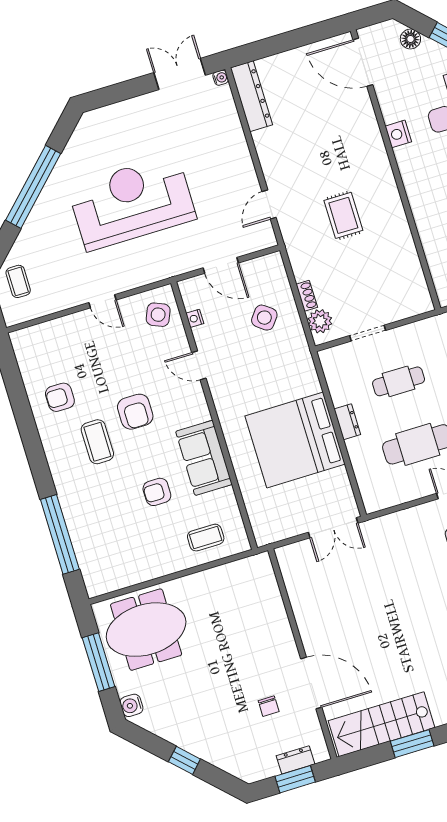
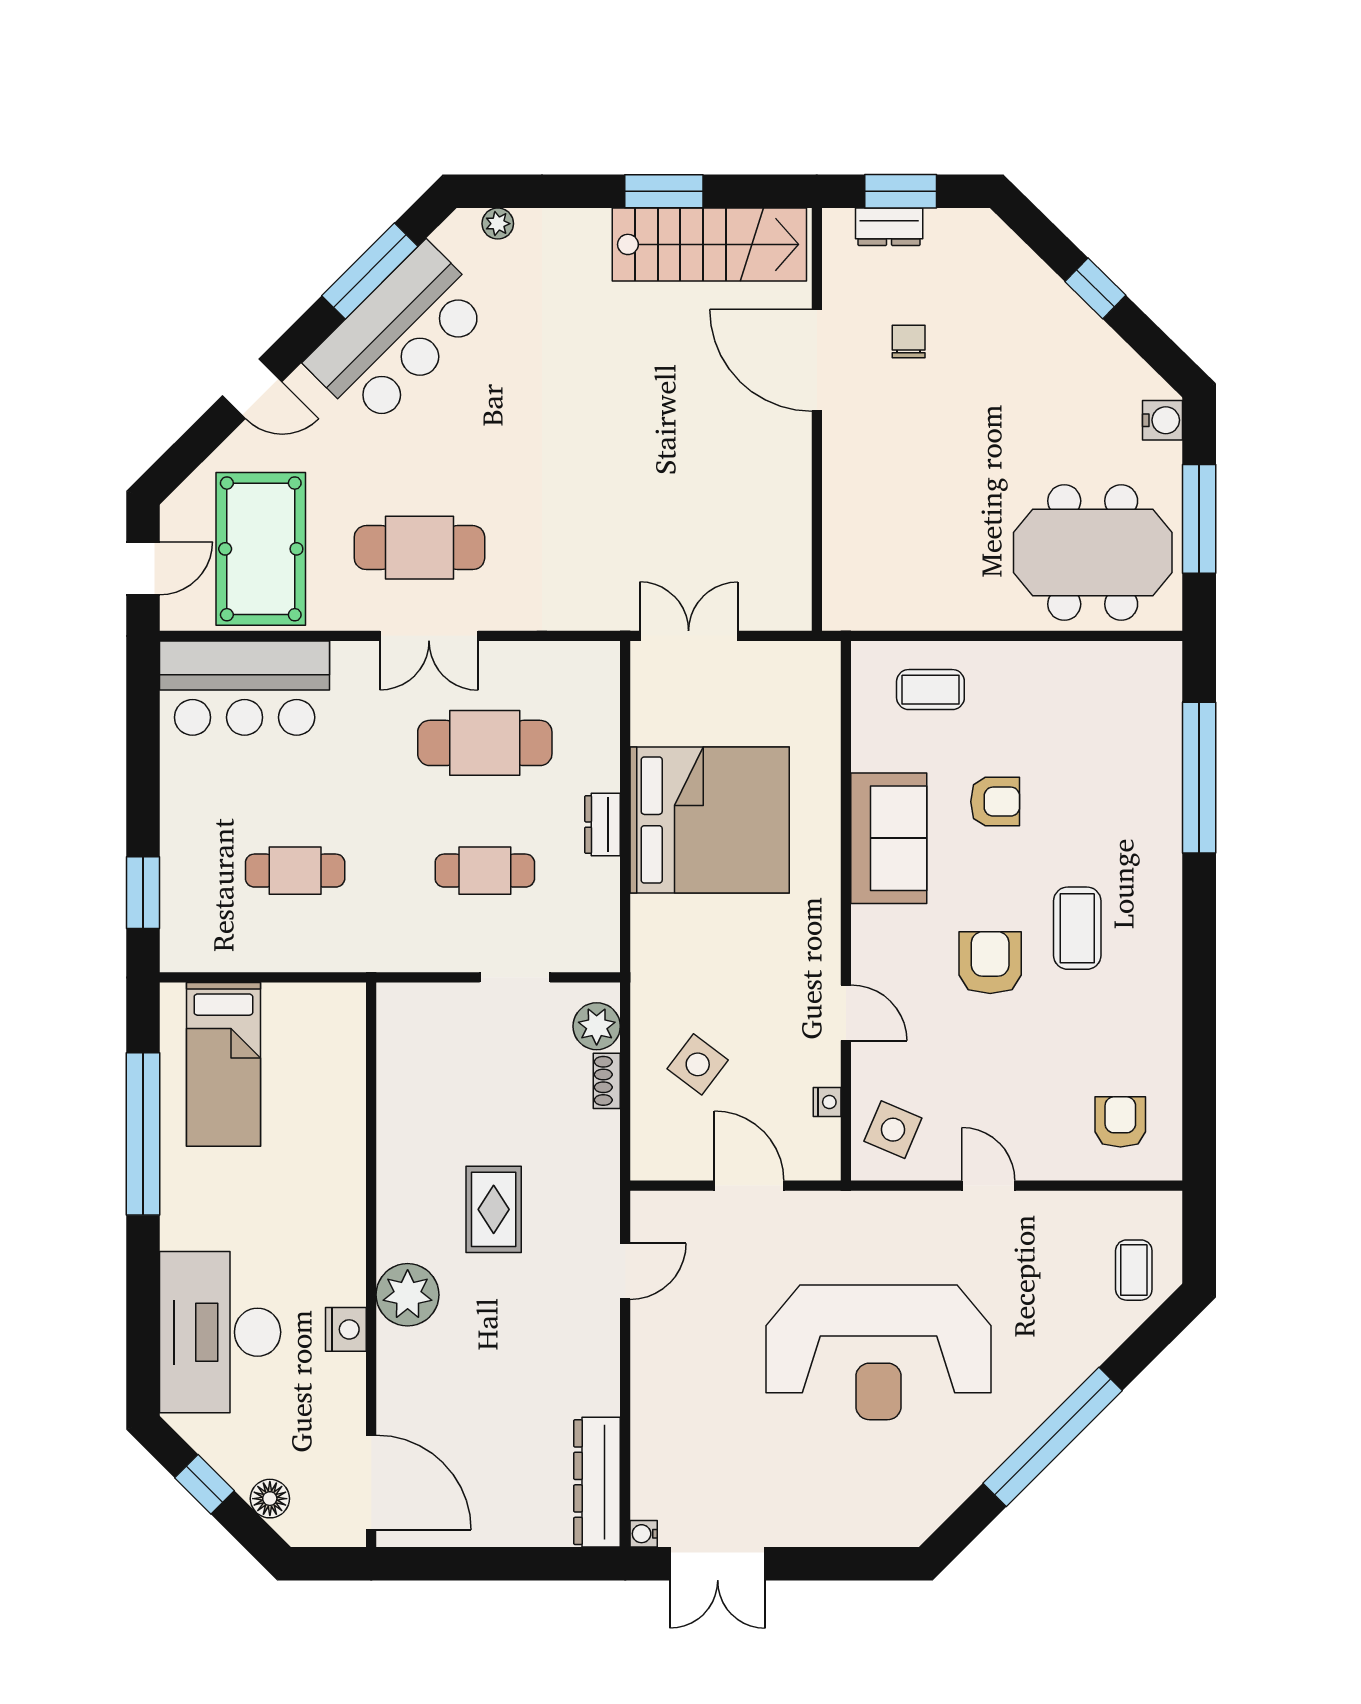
plant: (373, 160) -> (408, 1295), added
armchair: (60, 397) -> (1120, 1122), moved, turned -90

